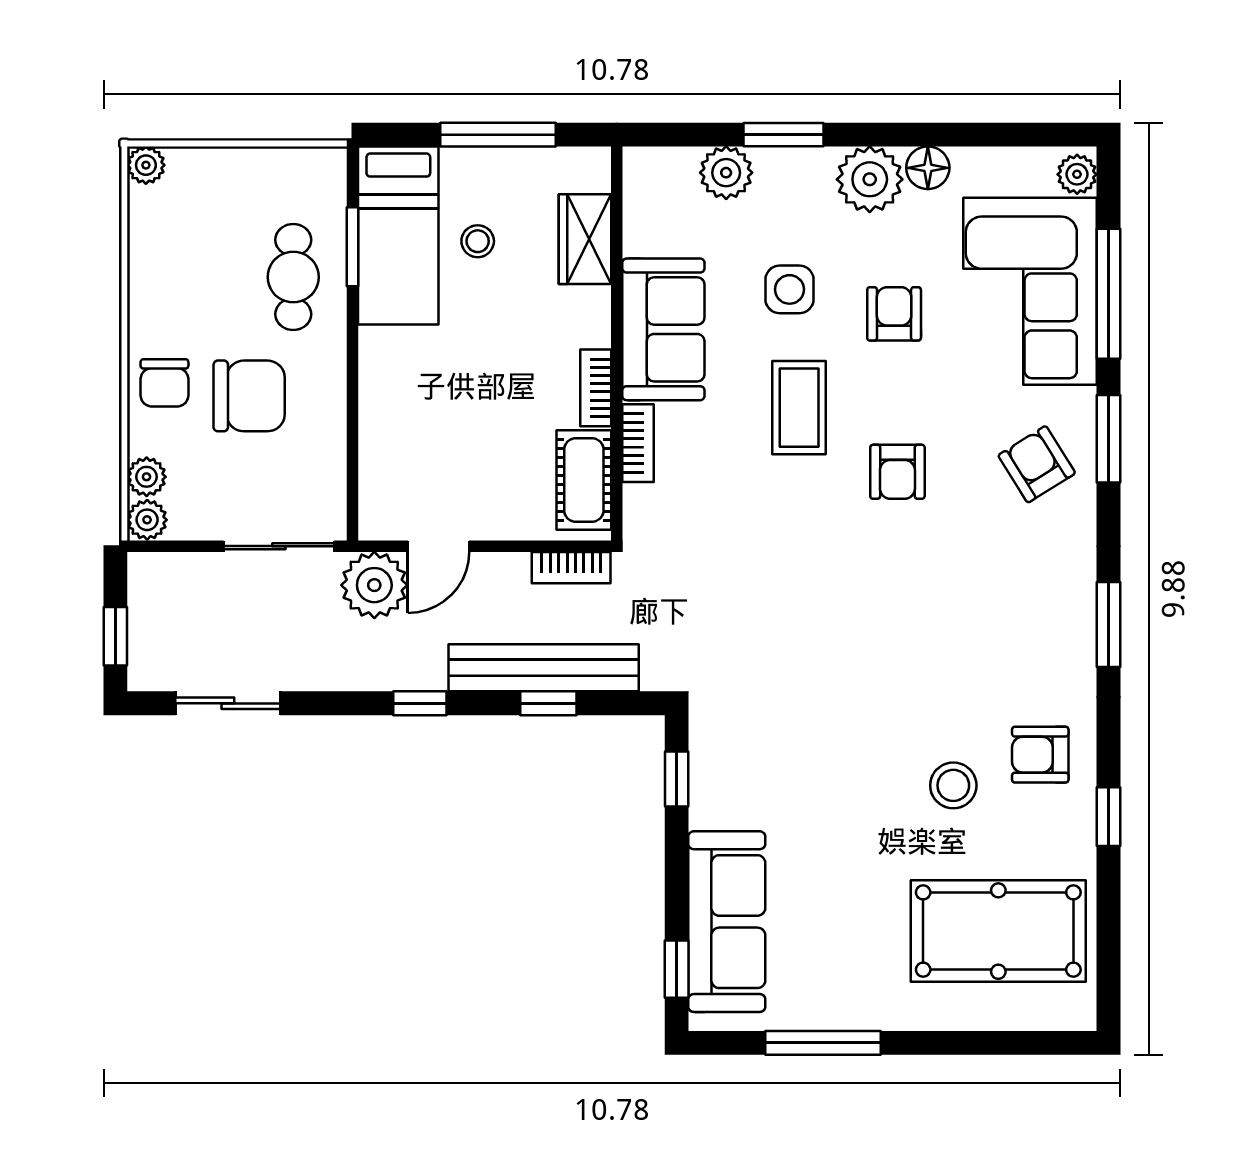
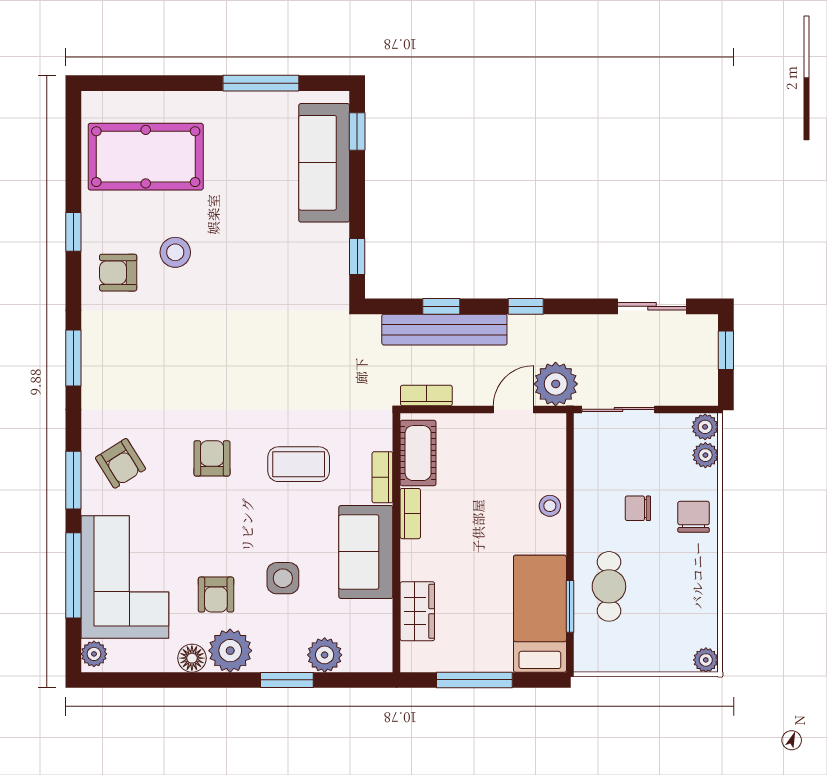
stool: (478, 241) -> (550, 506), moved
armchair: (894, 314) -> (216, 595), moved
chair: (249, 396) -> (638, 508), width x0.54, depth x0.54
coffee table: (799, 408) -> (299, 464), moved, turned 90
armchair: (1040, 755) -> (118, 273), turned 180

